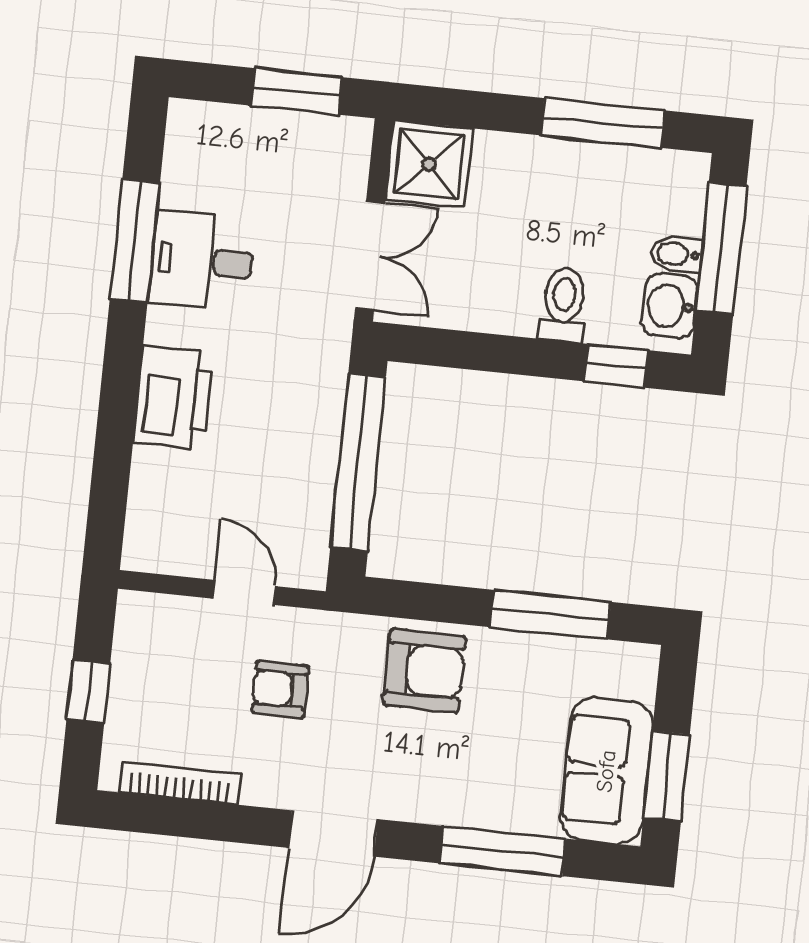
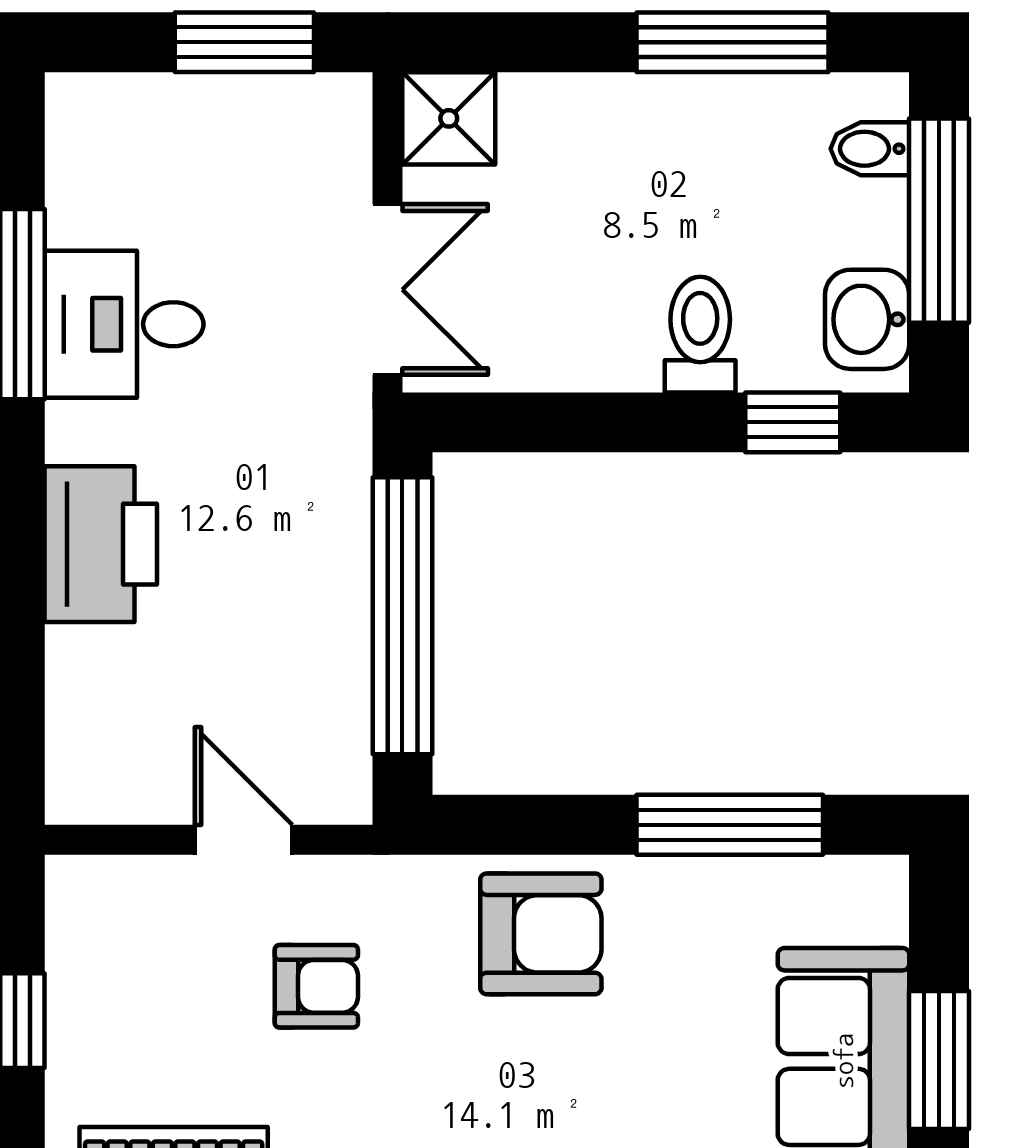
shower: (429, 164) -> (449, 118), width x0.73, depth x0.73
bidet: (677, 254) -> (870, 149), moved
armchair: (280, 689) -> (316, 986), turned 180

